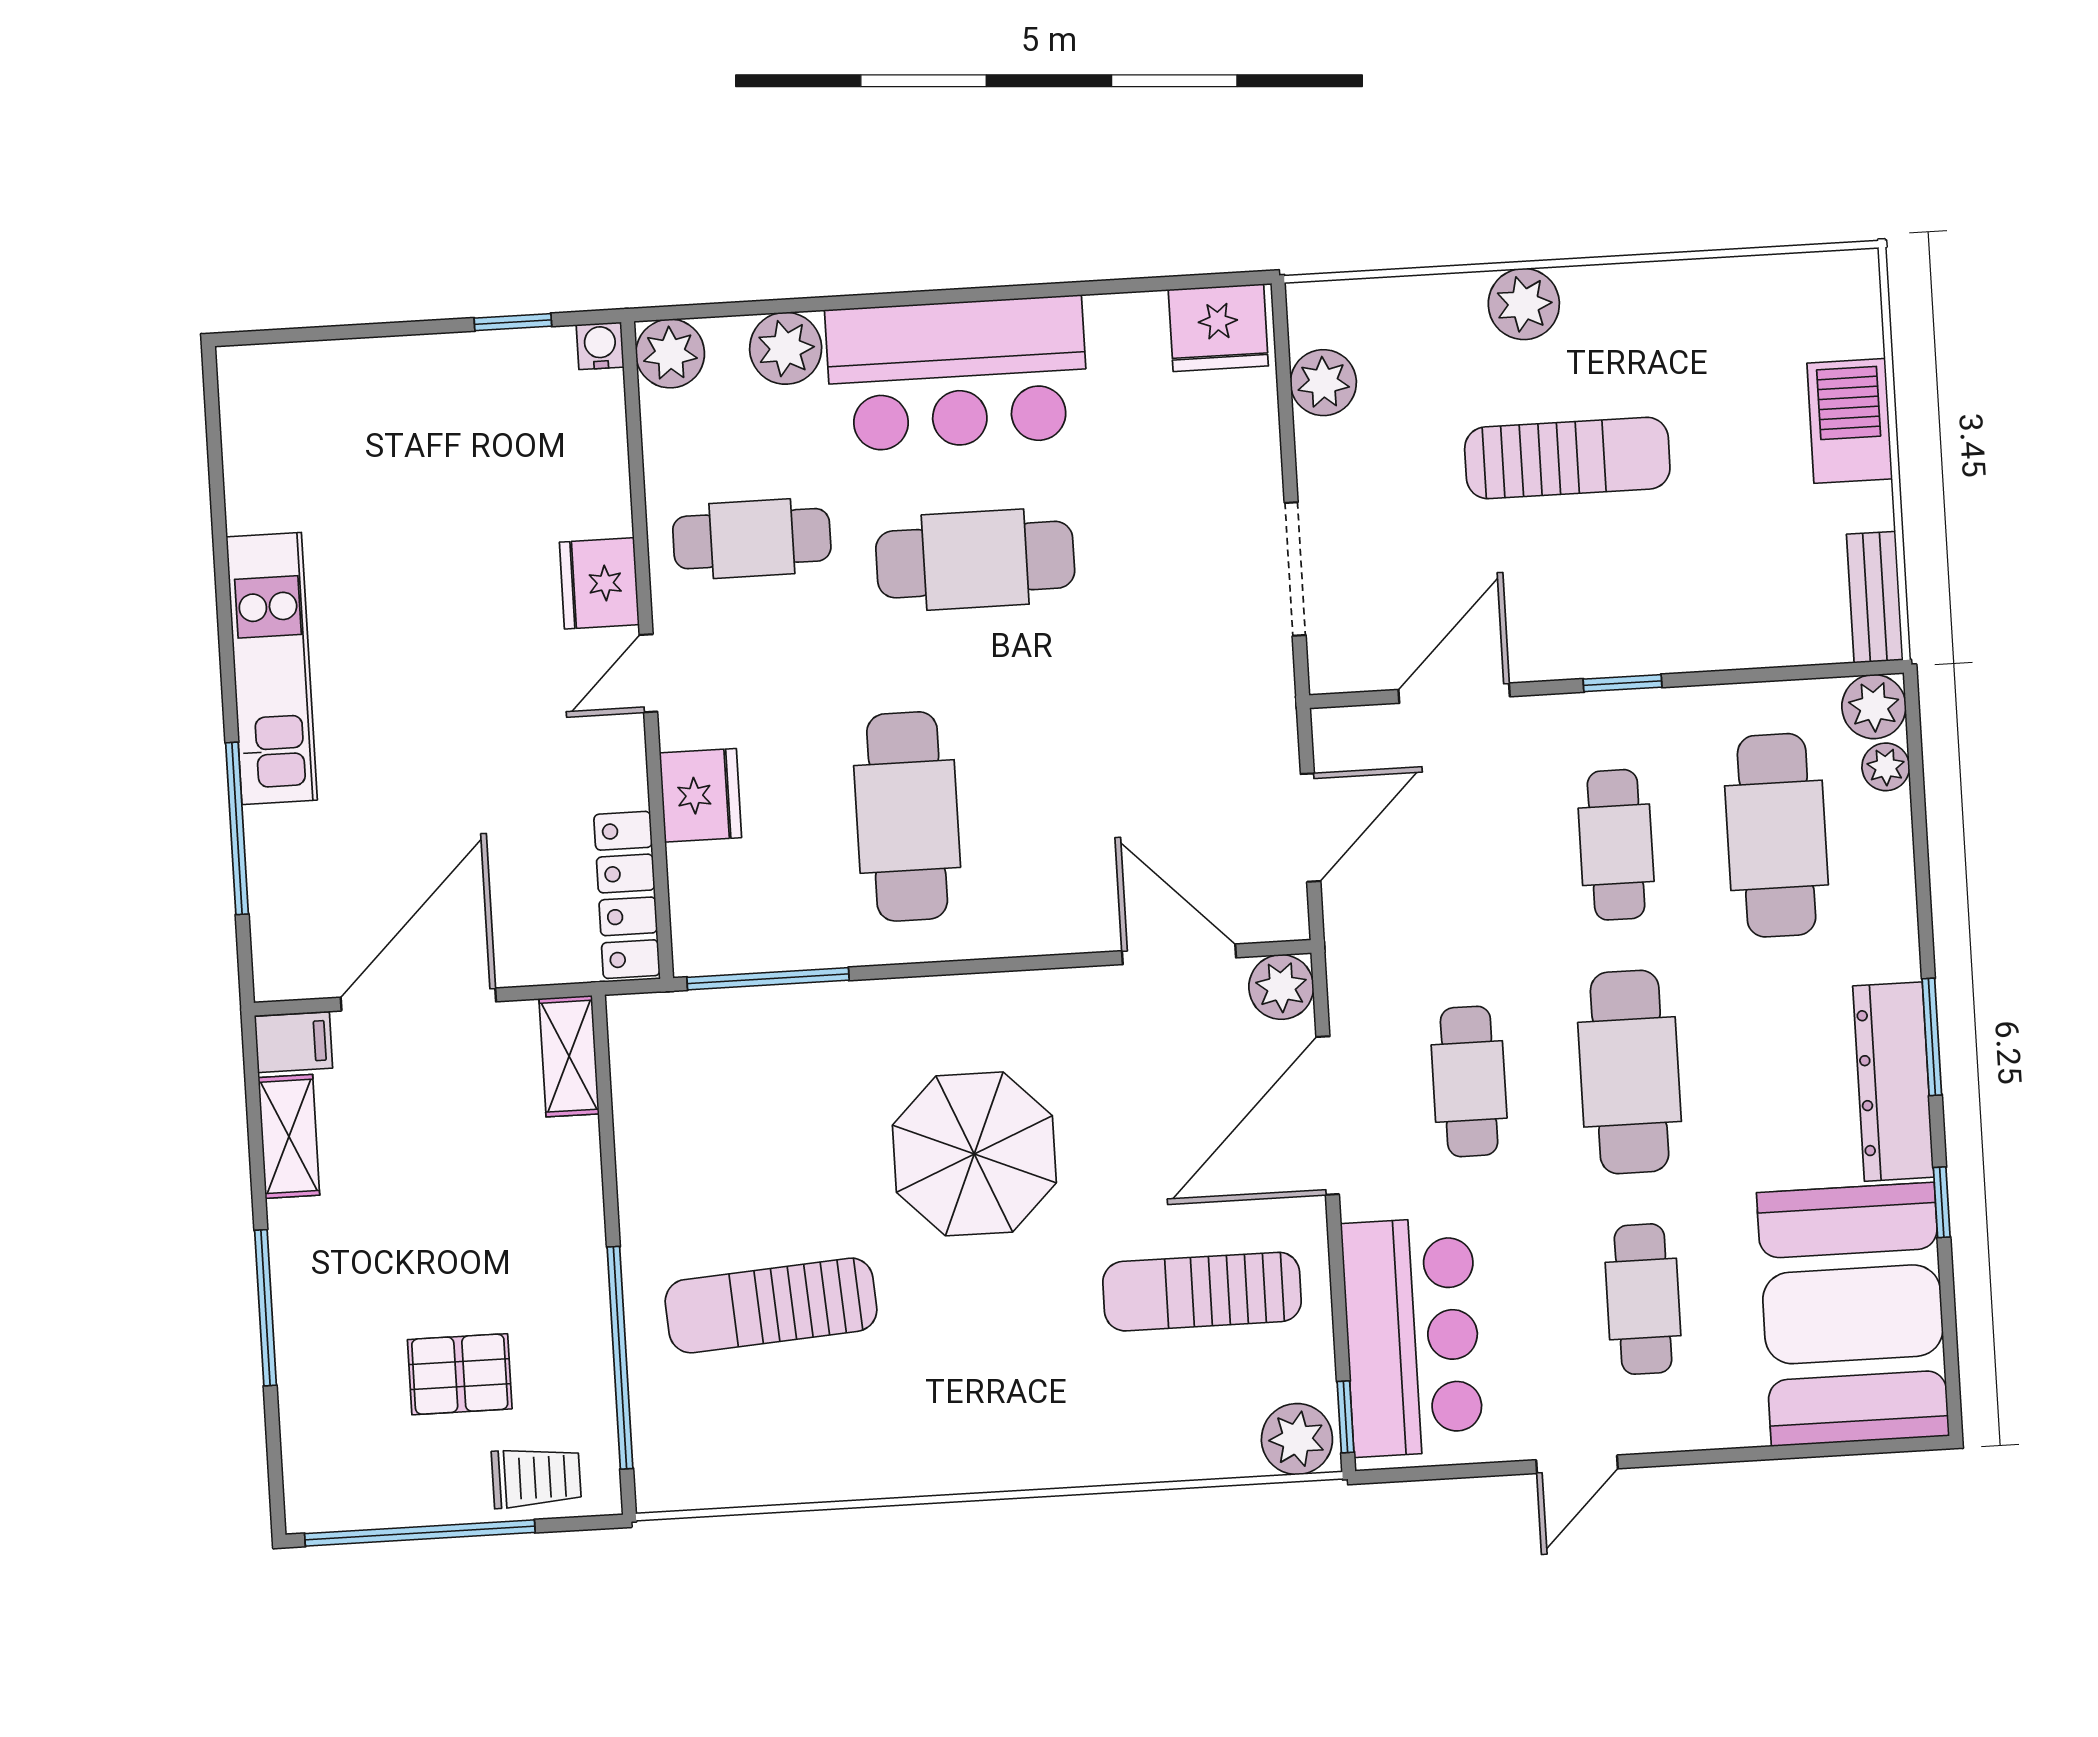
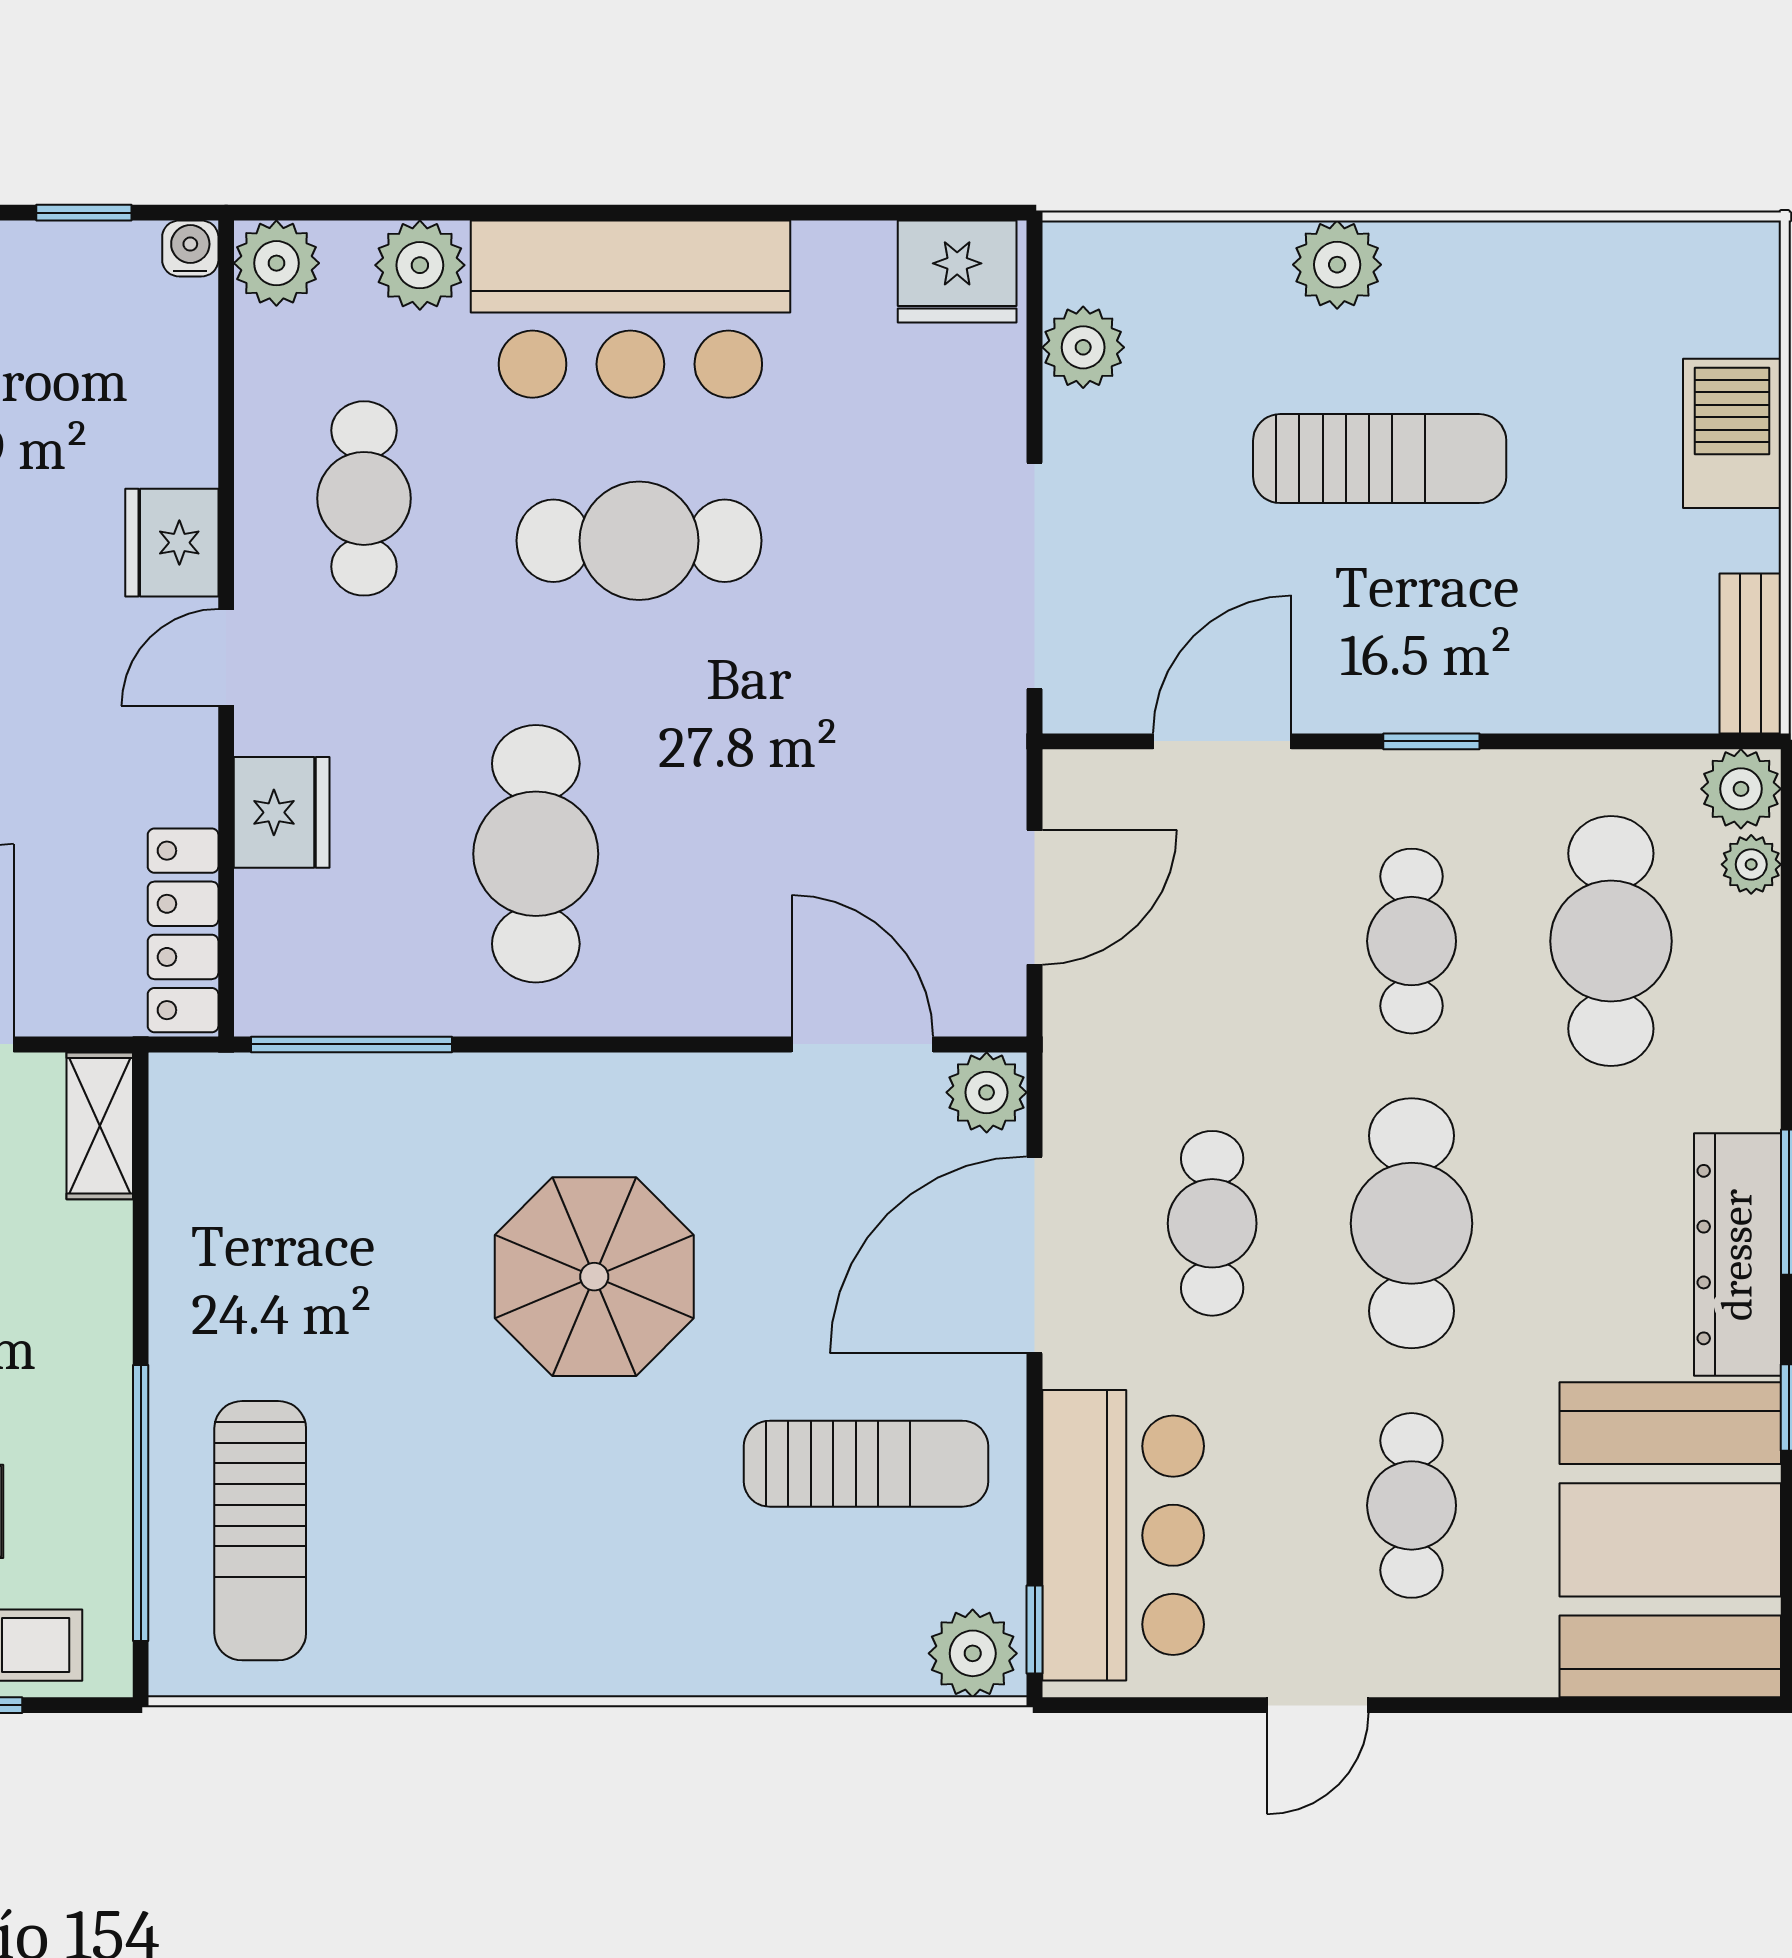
cafe table: (752, 539) -> (364, 498), turned 90
doorway: (1295, 569) -> (1035, 576), width x1.36
sun lounger: (1202, 1292) -> (866, 1464), turned 180
sun lounger: (771, 1305) -> (260, 1531), moved, turned -86

